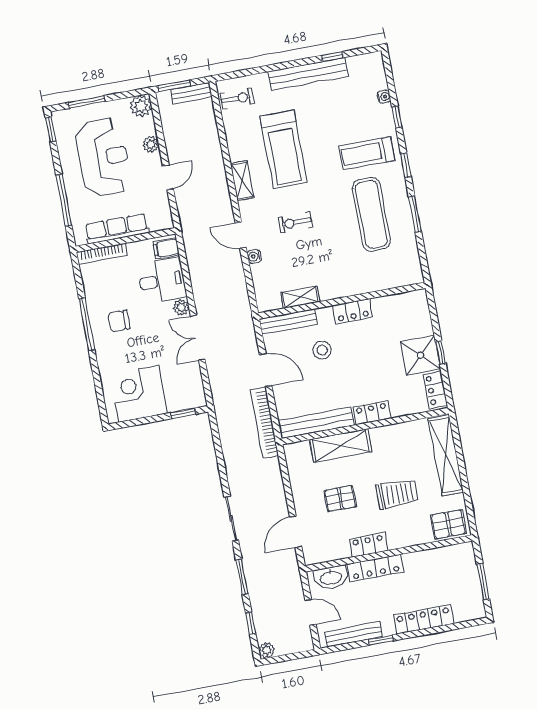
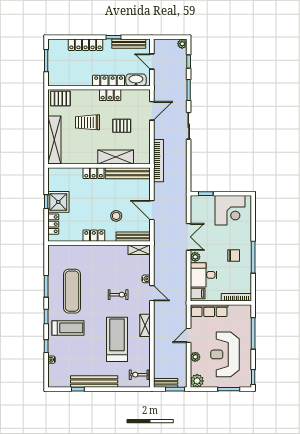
row of seats: (117, 229) -> (209, 311), moved
shelving: (300, 297) -> (139, 250), moved
locker: (435, 390) -> (53, 224), moved
bookcase: (264, 423) -> (158, 161), moved

